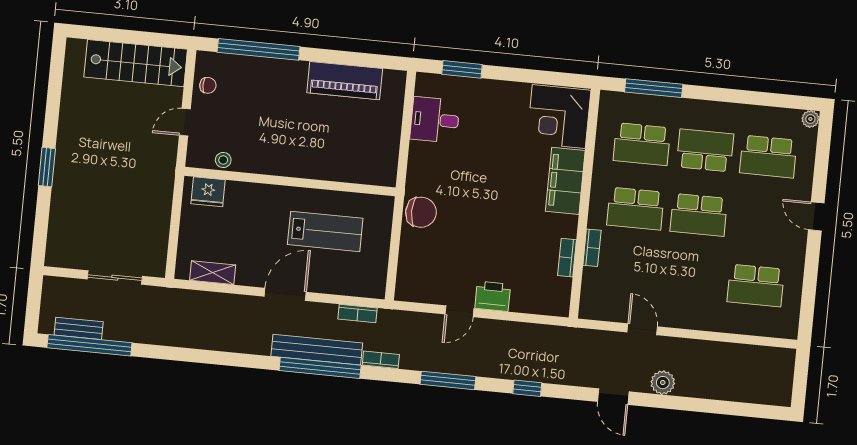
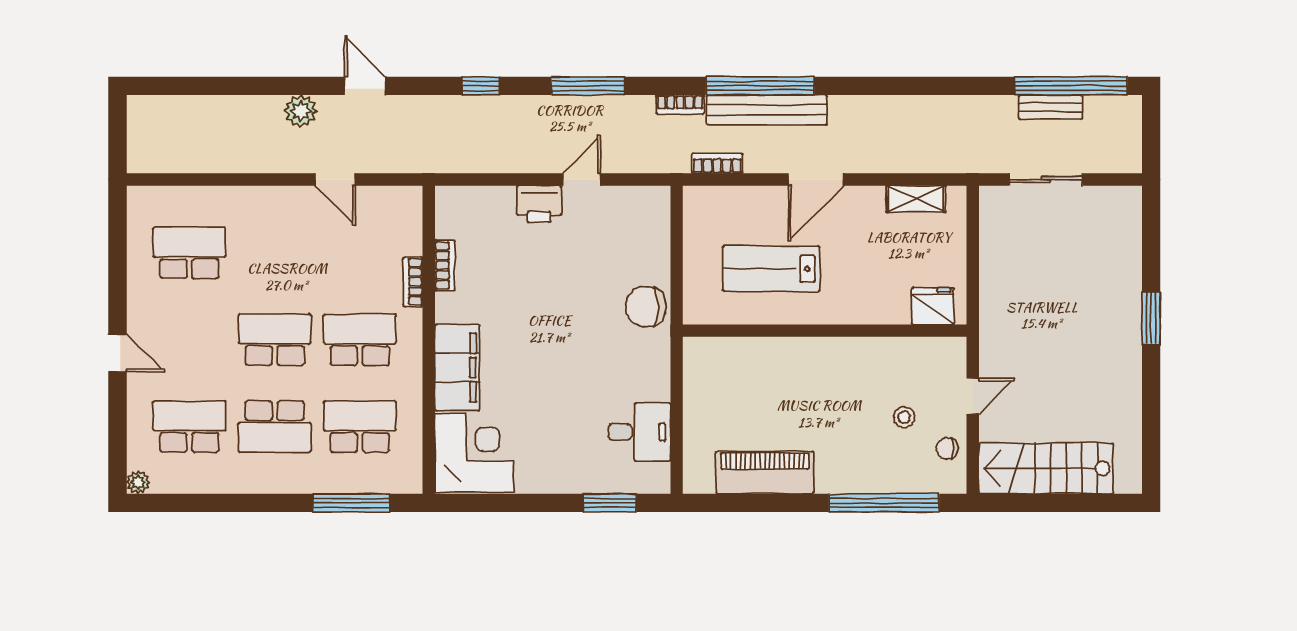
stool: (223, 160) -> (904, 417), moved
bench: (79, 328) -> (1050, 107), moved

